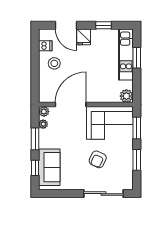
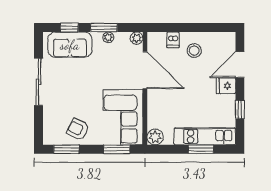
dishwasher: (45, 46) -> (173, 40), moved
plant: (43, 124) -> (108, 37), moved
armchair: (98, 159) -> (78, 129), moved
window: (137, 160) -> (66, 149), moved
sliding door: (103, 194) -> (38, 82), moved

